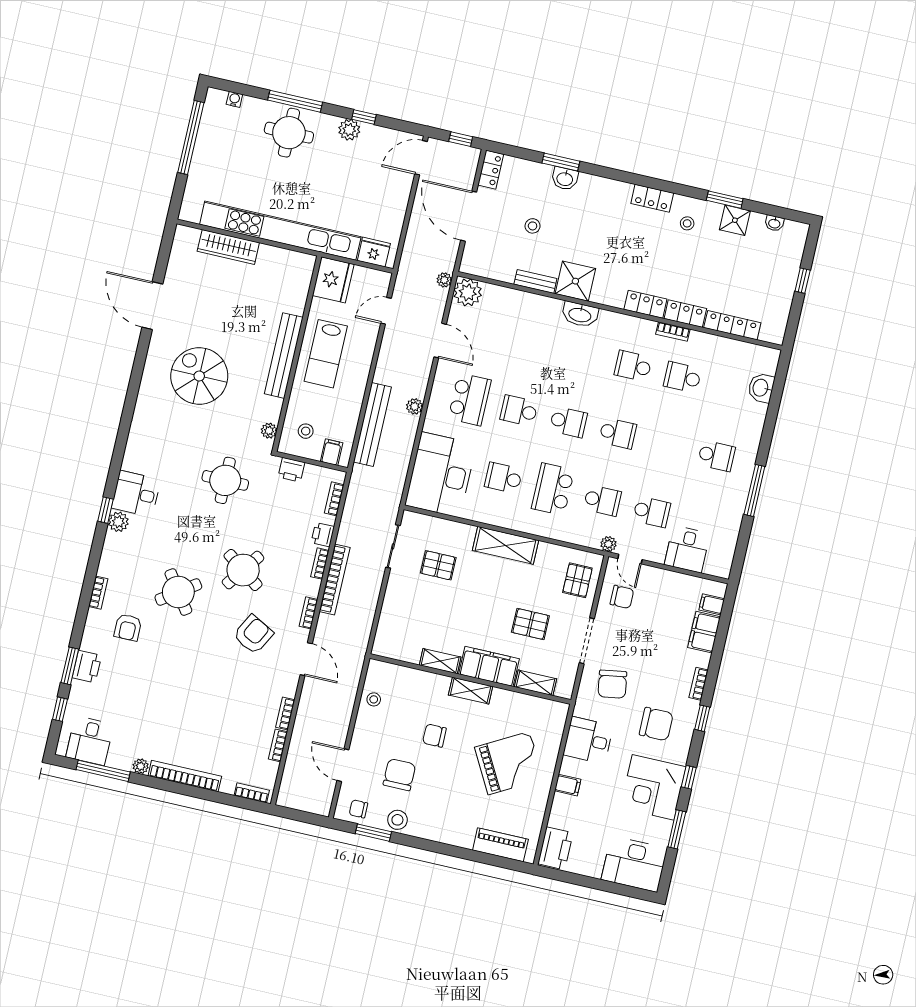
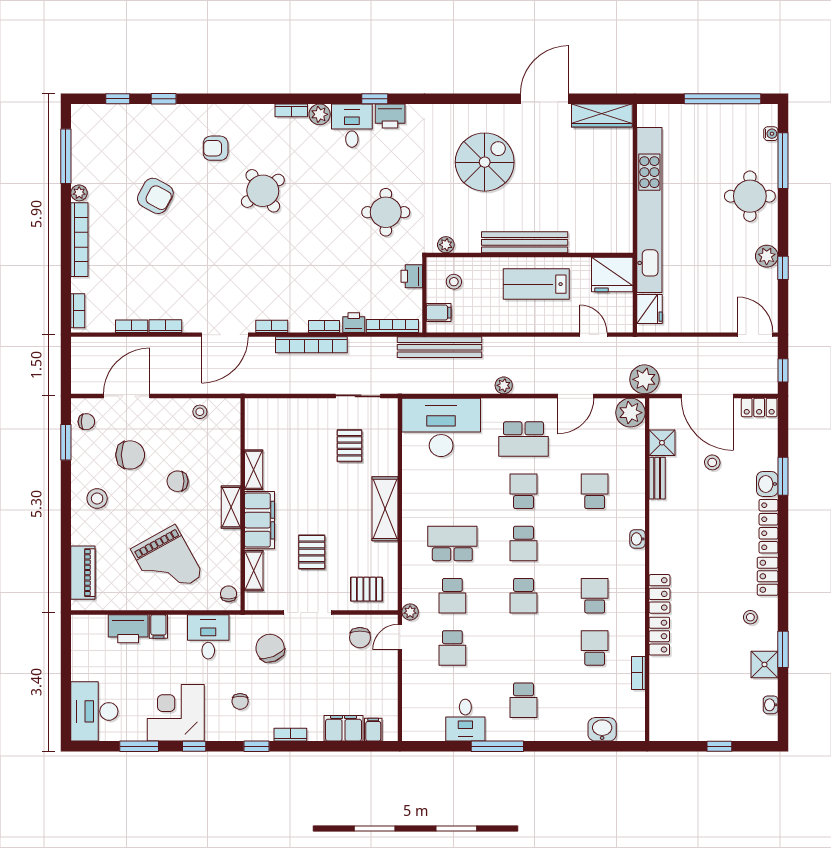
window: (295, 101) -> (783, 161), moved
door: (469, 216) -> (707, 396), swing flipped
wardrobe: (228, 247) -> (602, 116), moved, turned -90
plant: (444, 280) -> (644, 379), width x1.88, depth x1.88
shower: (575, 281) -> (662, 443), moved, width x0.73, depth x0.73
washbasin: (580, 314) -> (638, 539), width x0.52, depth x0.69
locker: (732, 325) -> (769, 526), moved, turned 180
bookcase: (673, 332) -> (638, 673), moved
bench: (372, 425) -> (440, 347), moved
school desk: (504, 478) -> (595, 491), moved
bookcase: (334, 499) -> (392, 326), width x1.56
window: (105, 510) -> (375, 99), moved
desk: (687, 549) -> (465, 720), moved, turned -90
round table: (243, 570) -> (300, 251), removed
bookcase: (98, 593) -> (291, 110), moved
armchair: (253, 634) -> (155, 196), moved
door: (306, 659) -> (225, 335), width x1.36
window: (70, 666) -> (164, 99), width x0.67
printer: (87, 667) -> (390, 116), moved
chair: (612, 684) -> (270, 648), turned 77
chair: (552, 712) -> (229, 594), added
chair: (656, 724) -> (240, 701), width x0.54, depth x0.54
chair: (434, 736) -> (178, 481), turned -90
desk: (90, 741) -> (93, 136), removed
door: (343, 765) -> (127, 396), width x1.36
chair: (358, 809) -> (86, 422), turned 90
stool: (397, 820) -> (97, 498), moved
printer: (555, 848) -> (128, 629), moved

